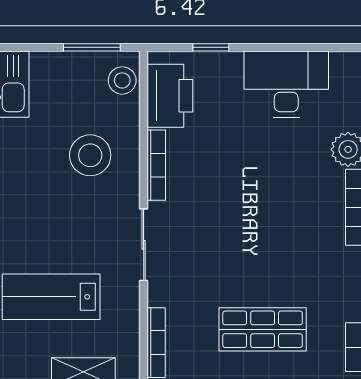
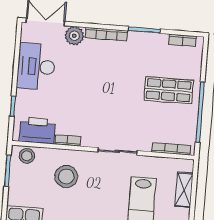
bookcase: (156, 165) -> (68, 140), width x0.64
shop shelf: (263, 329) -> (169, 90), turned 90

